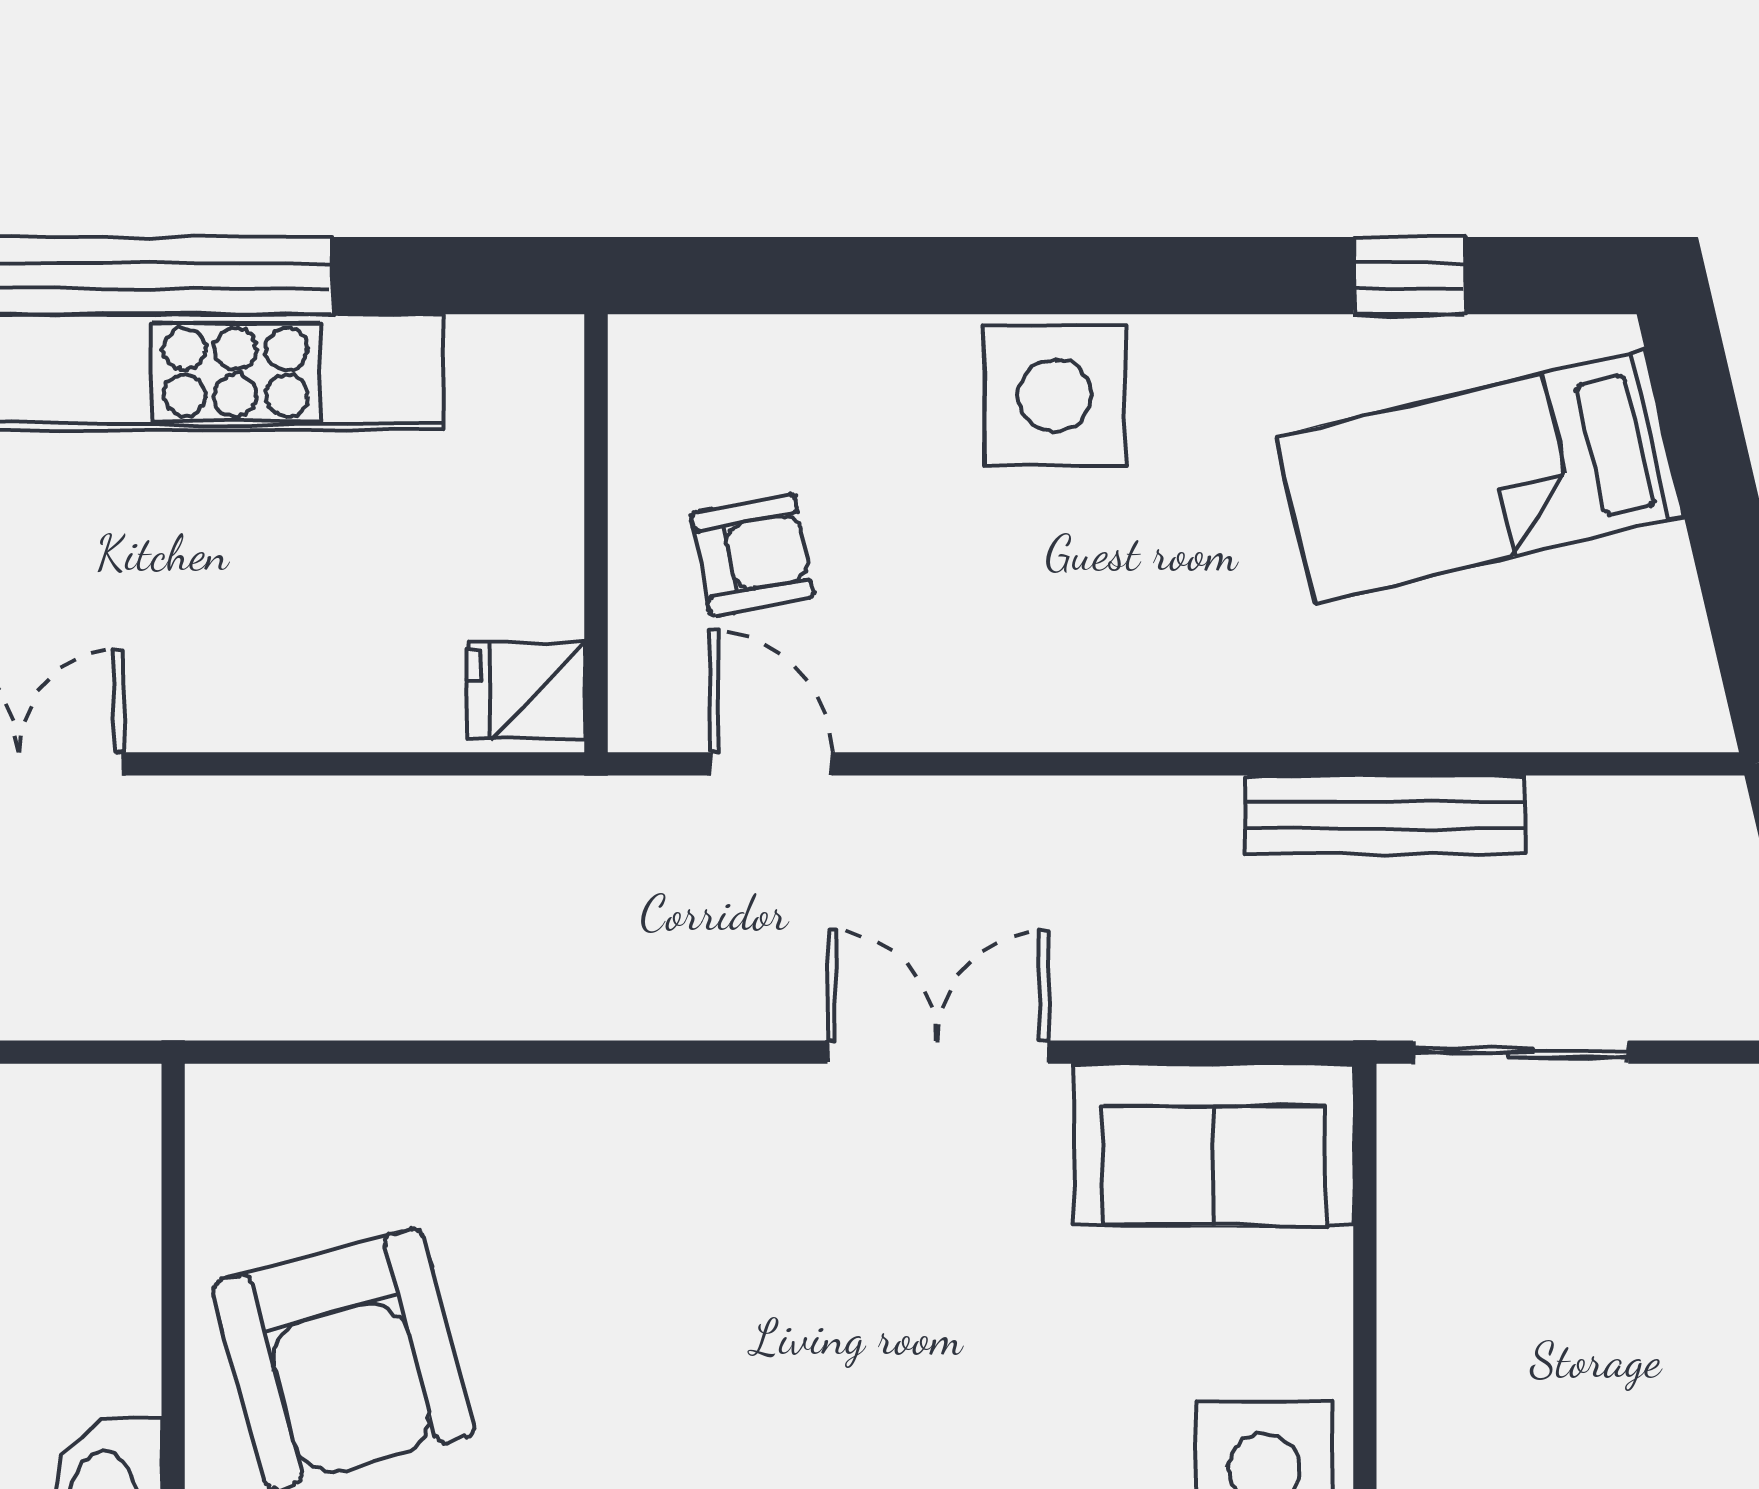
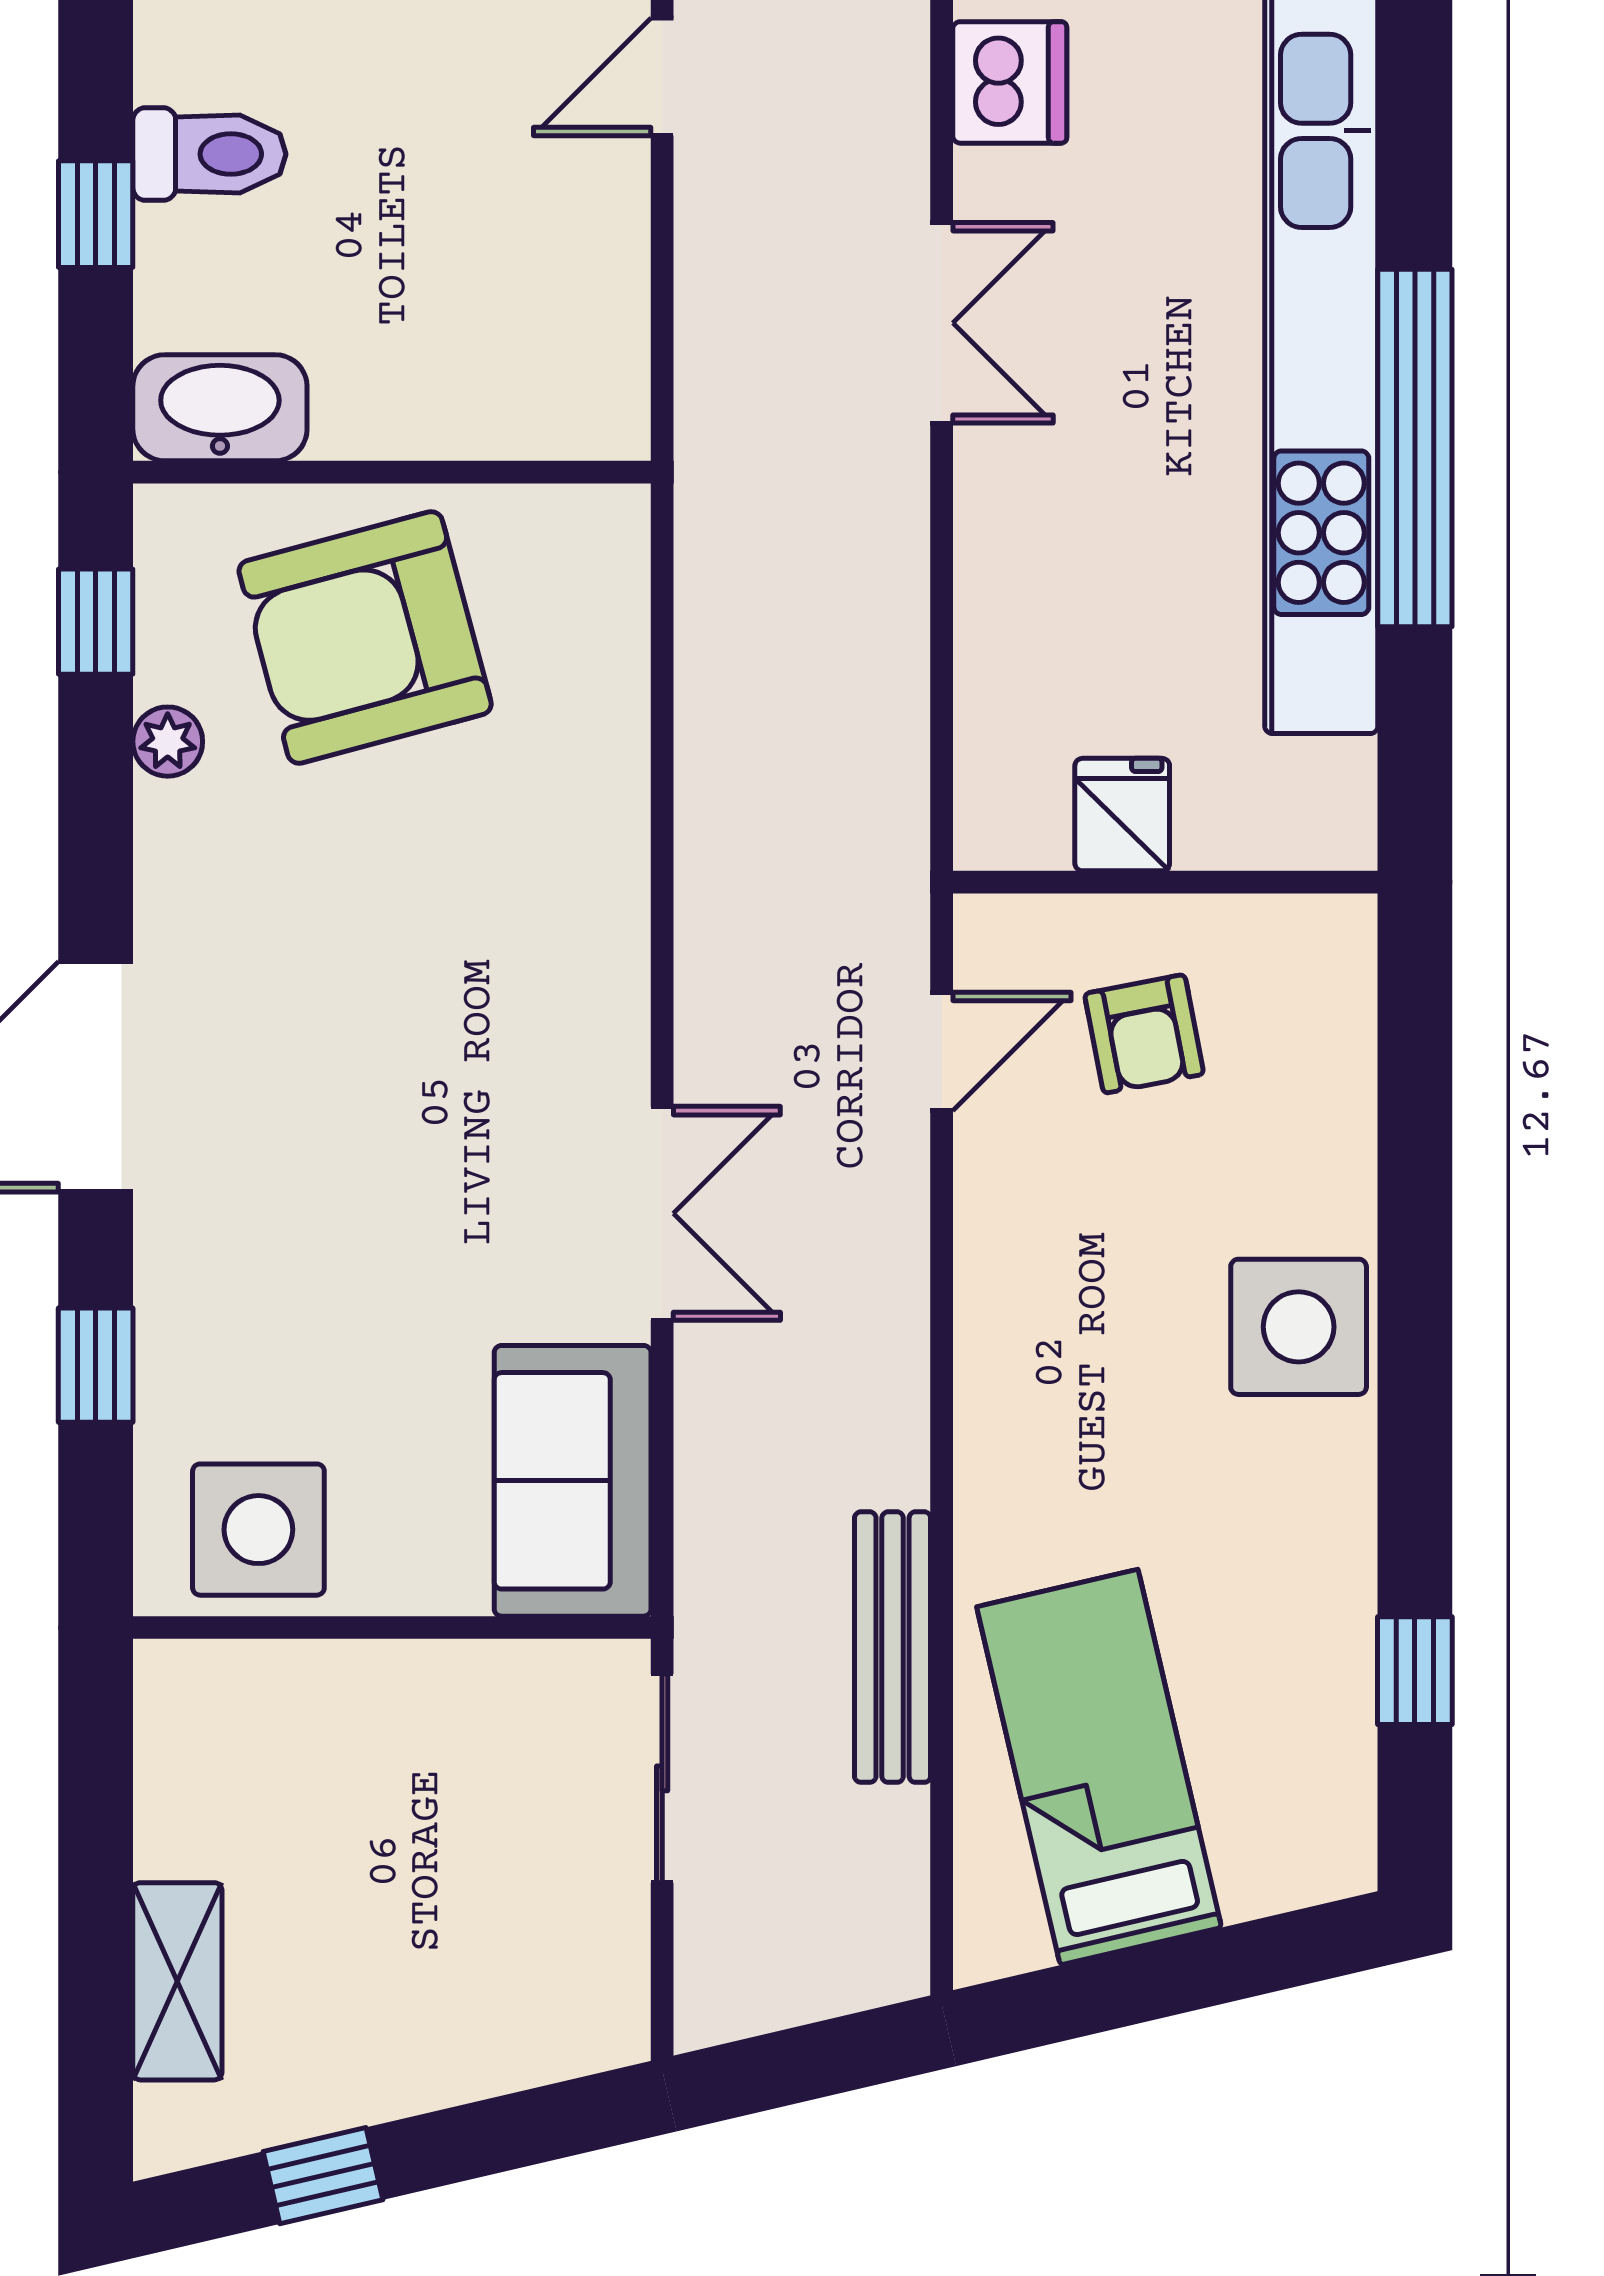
bed: (1480, 477) -> (1099, 1767), moved
fridge: (526, 691) -> (1122, 815), moved

